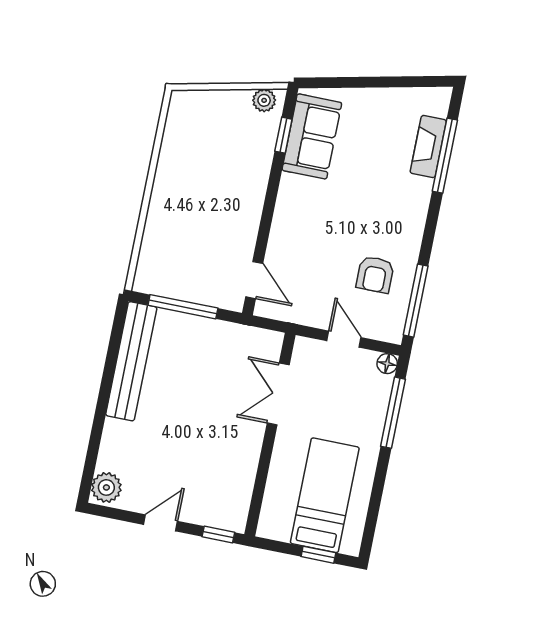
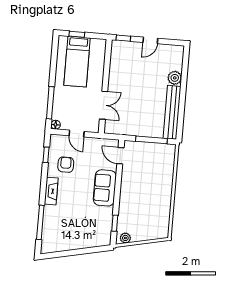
sofa: (312, 136) -> (105, 188), moved
fireplace: (428, 147) -> (51, 191), moved
window: (416, 301) -> (46, 155), width x0.46
plant: (106, 487) -> (175, 78), moved

